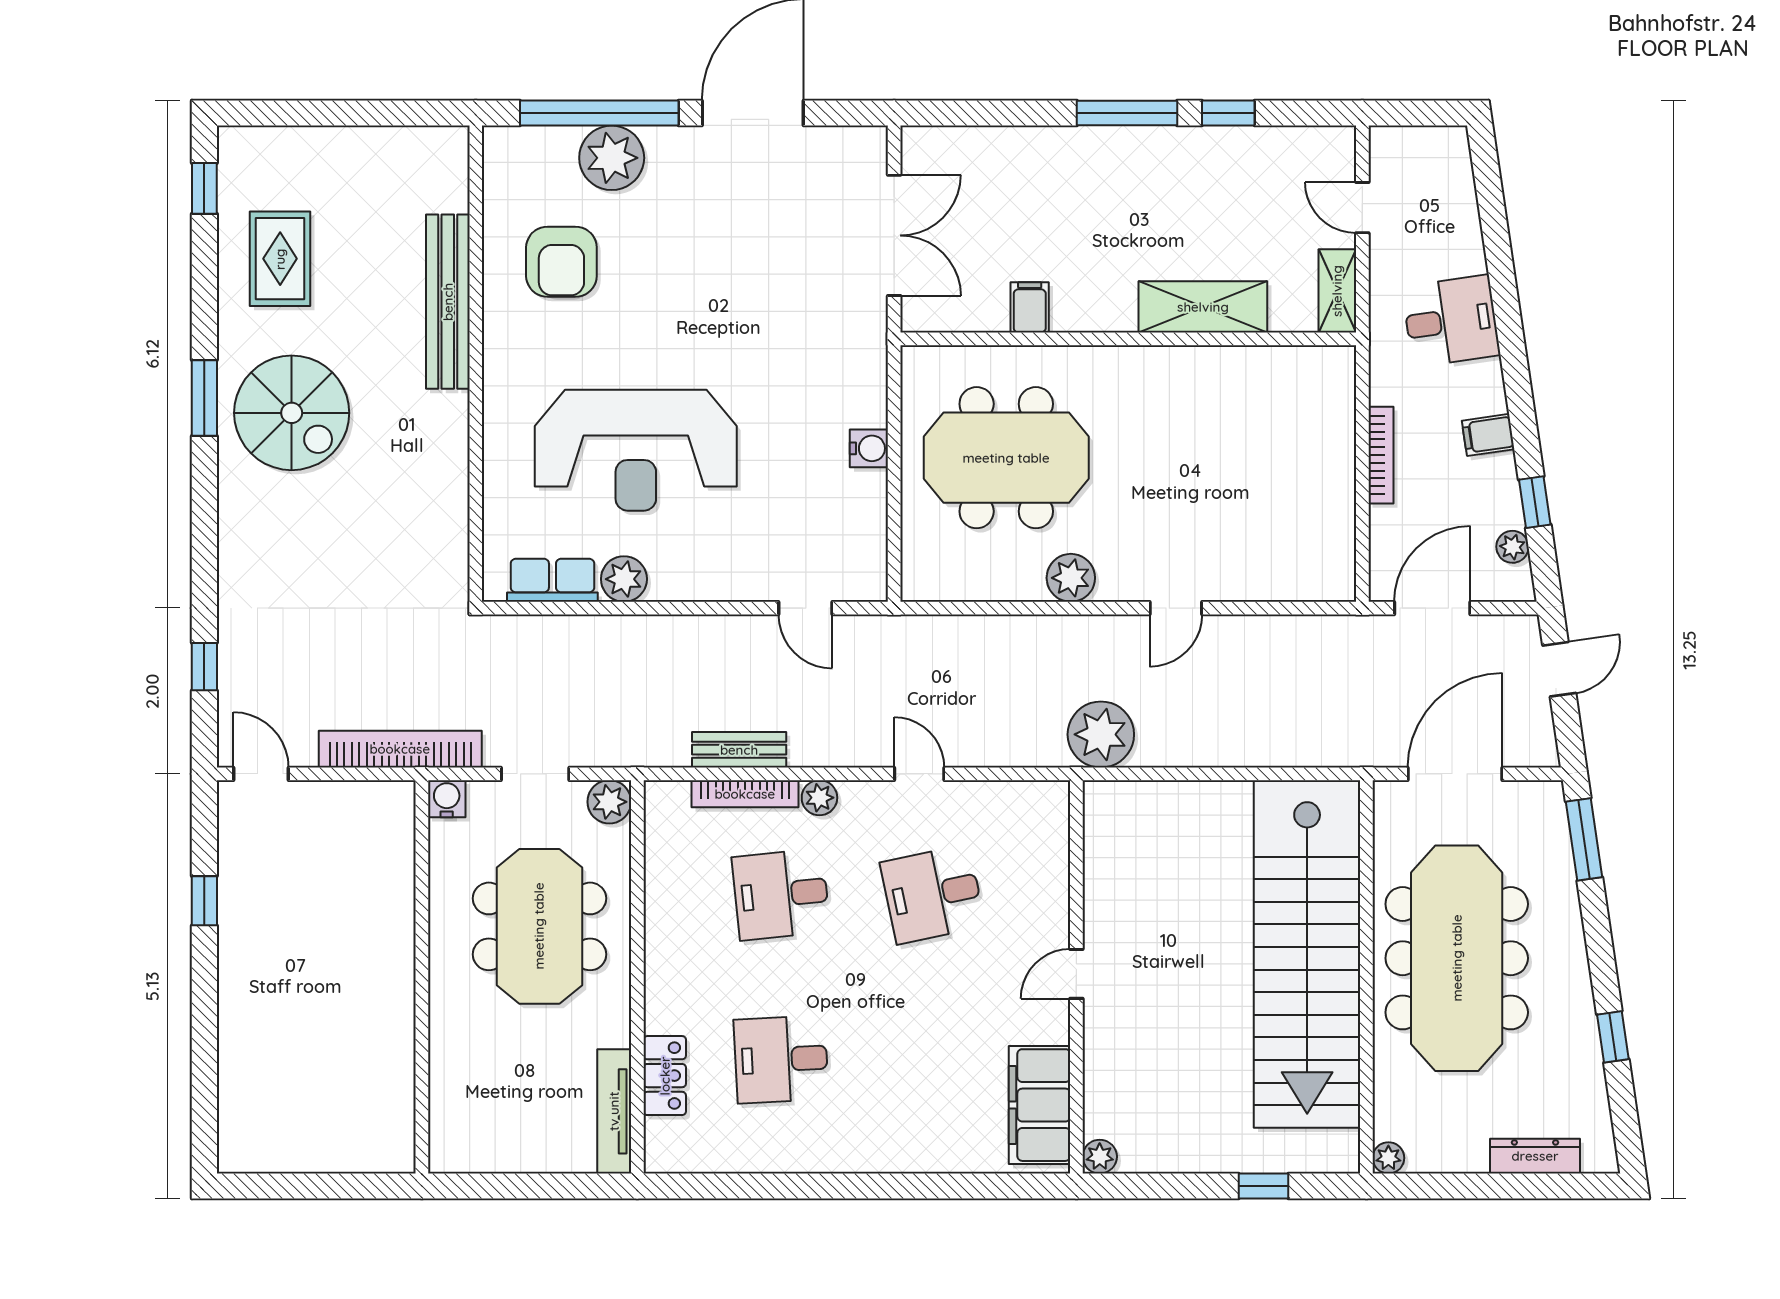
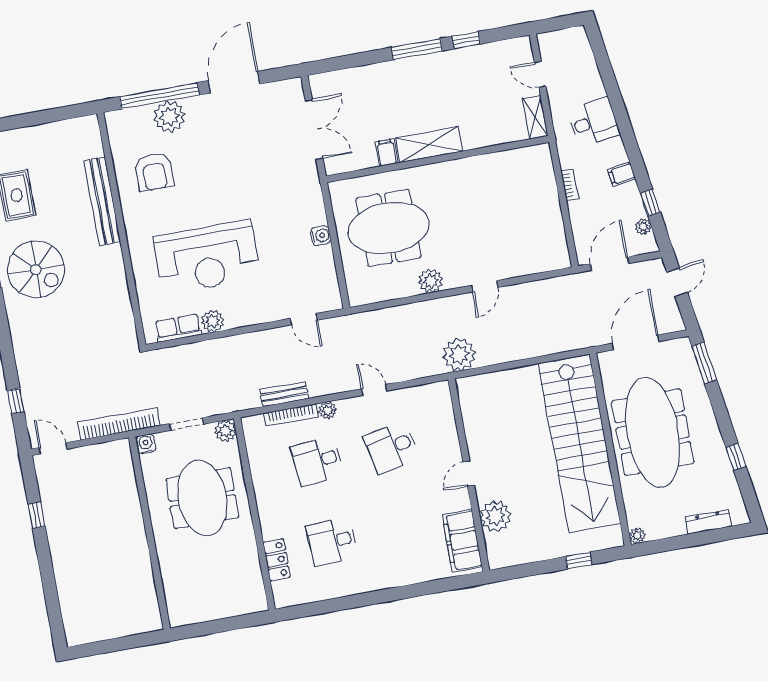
shelving: (1203, 307) -> (429, 145), moved
bookcase: (1381, 455) -> (570, 185), width x0.64
tv unit: (614, 1111) -> (255, 582), removed
plant: (1100, 1157) -> (496, 516), moved, width x1.88, depth x1.88

